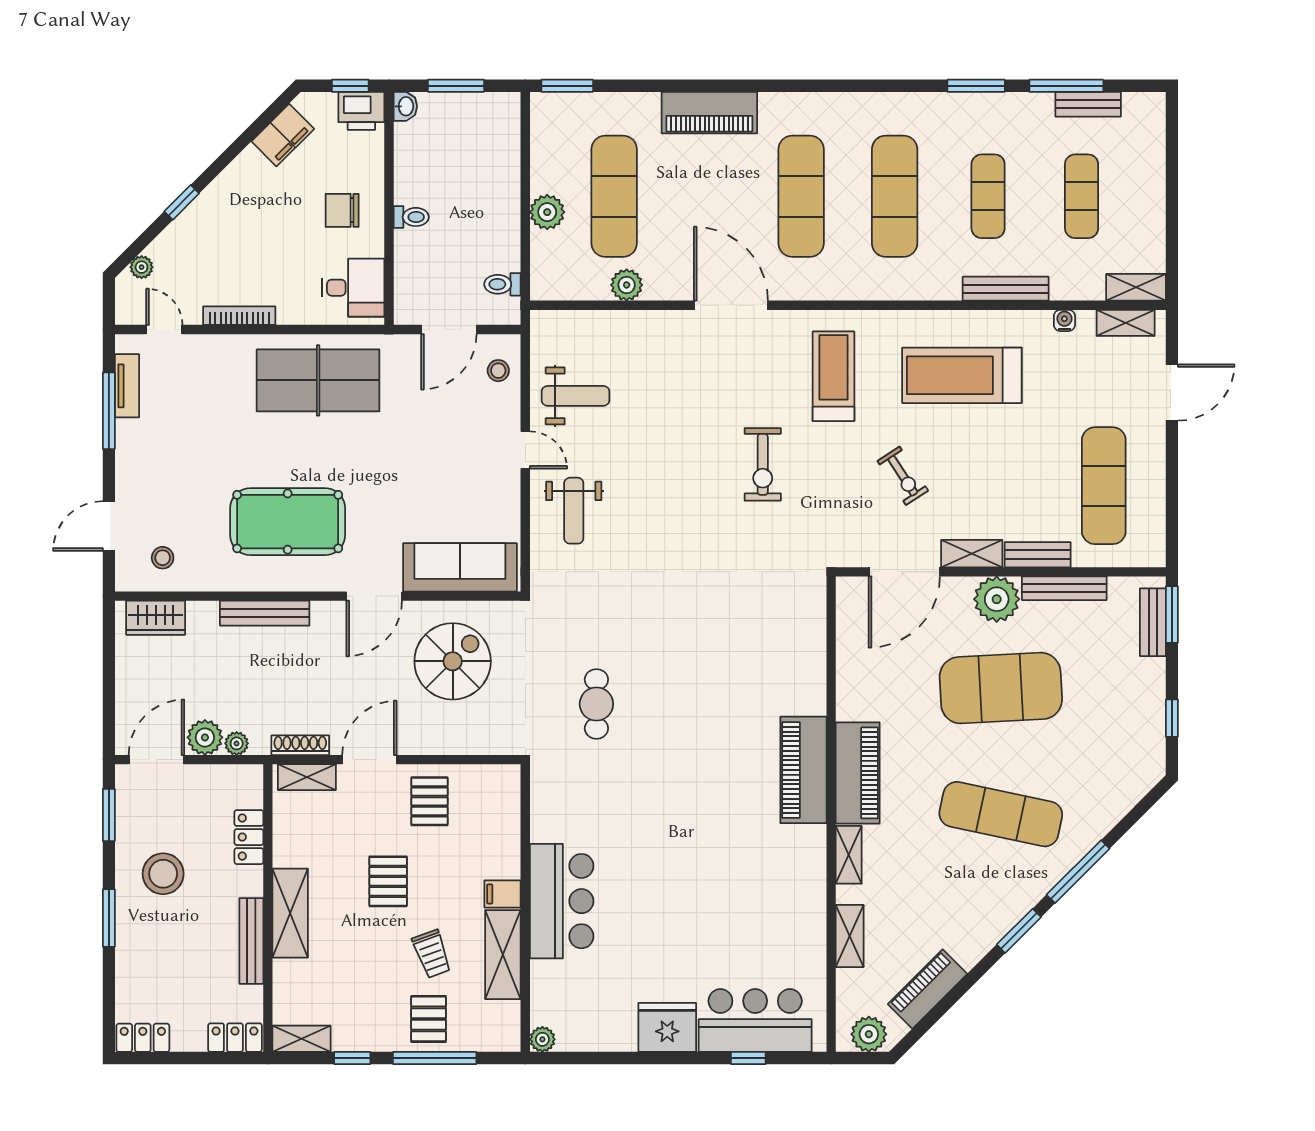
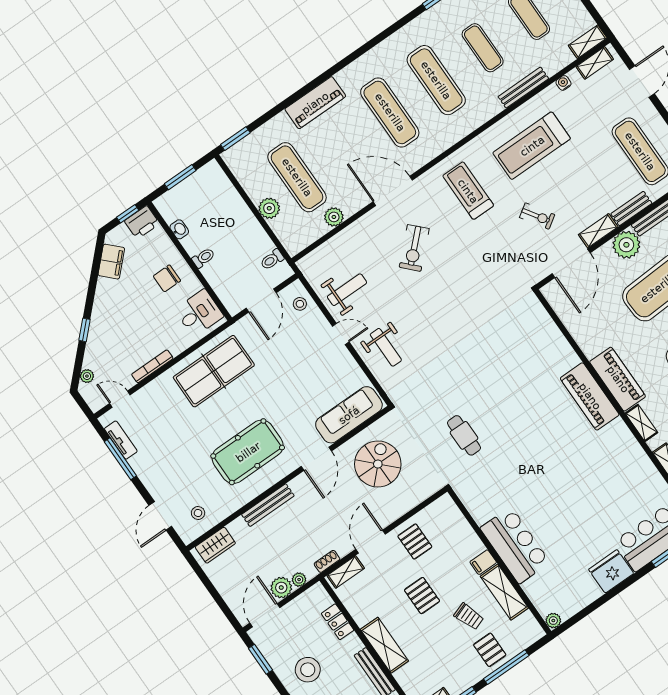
washbasin: (405, 106) -> (179, 229), moved
exercise bike: (763, 464) -> (414, 248), moved, turned 46
shoe rack: (300, 745) -> (327, 561), width x0.70

